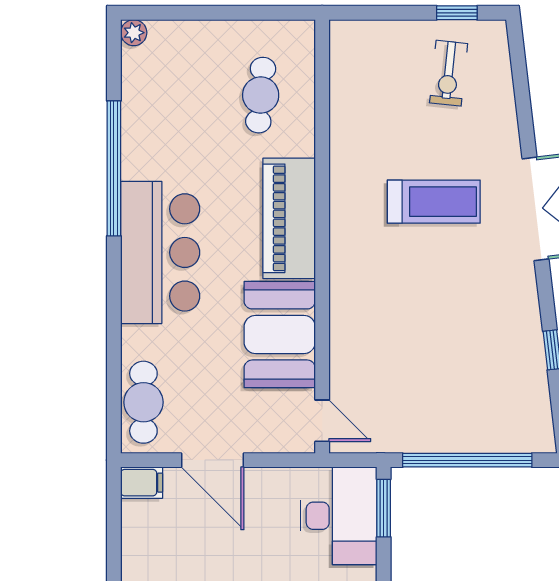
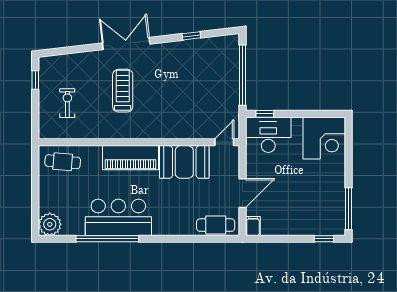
plant: (134, 33) -> (50, 224), width x1.88, depth x1.88
exercise bike: (449, 73) -> (67, 103), moved, turned -96
cafe table: (261, 95) -> (63, 162), moved
bar counter: (160, 252) -> (118, 217), moved
window: (384, 508) -> (265, 114), width x0.67

